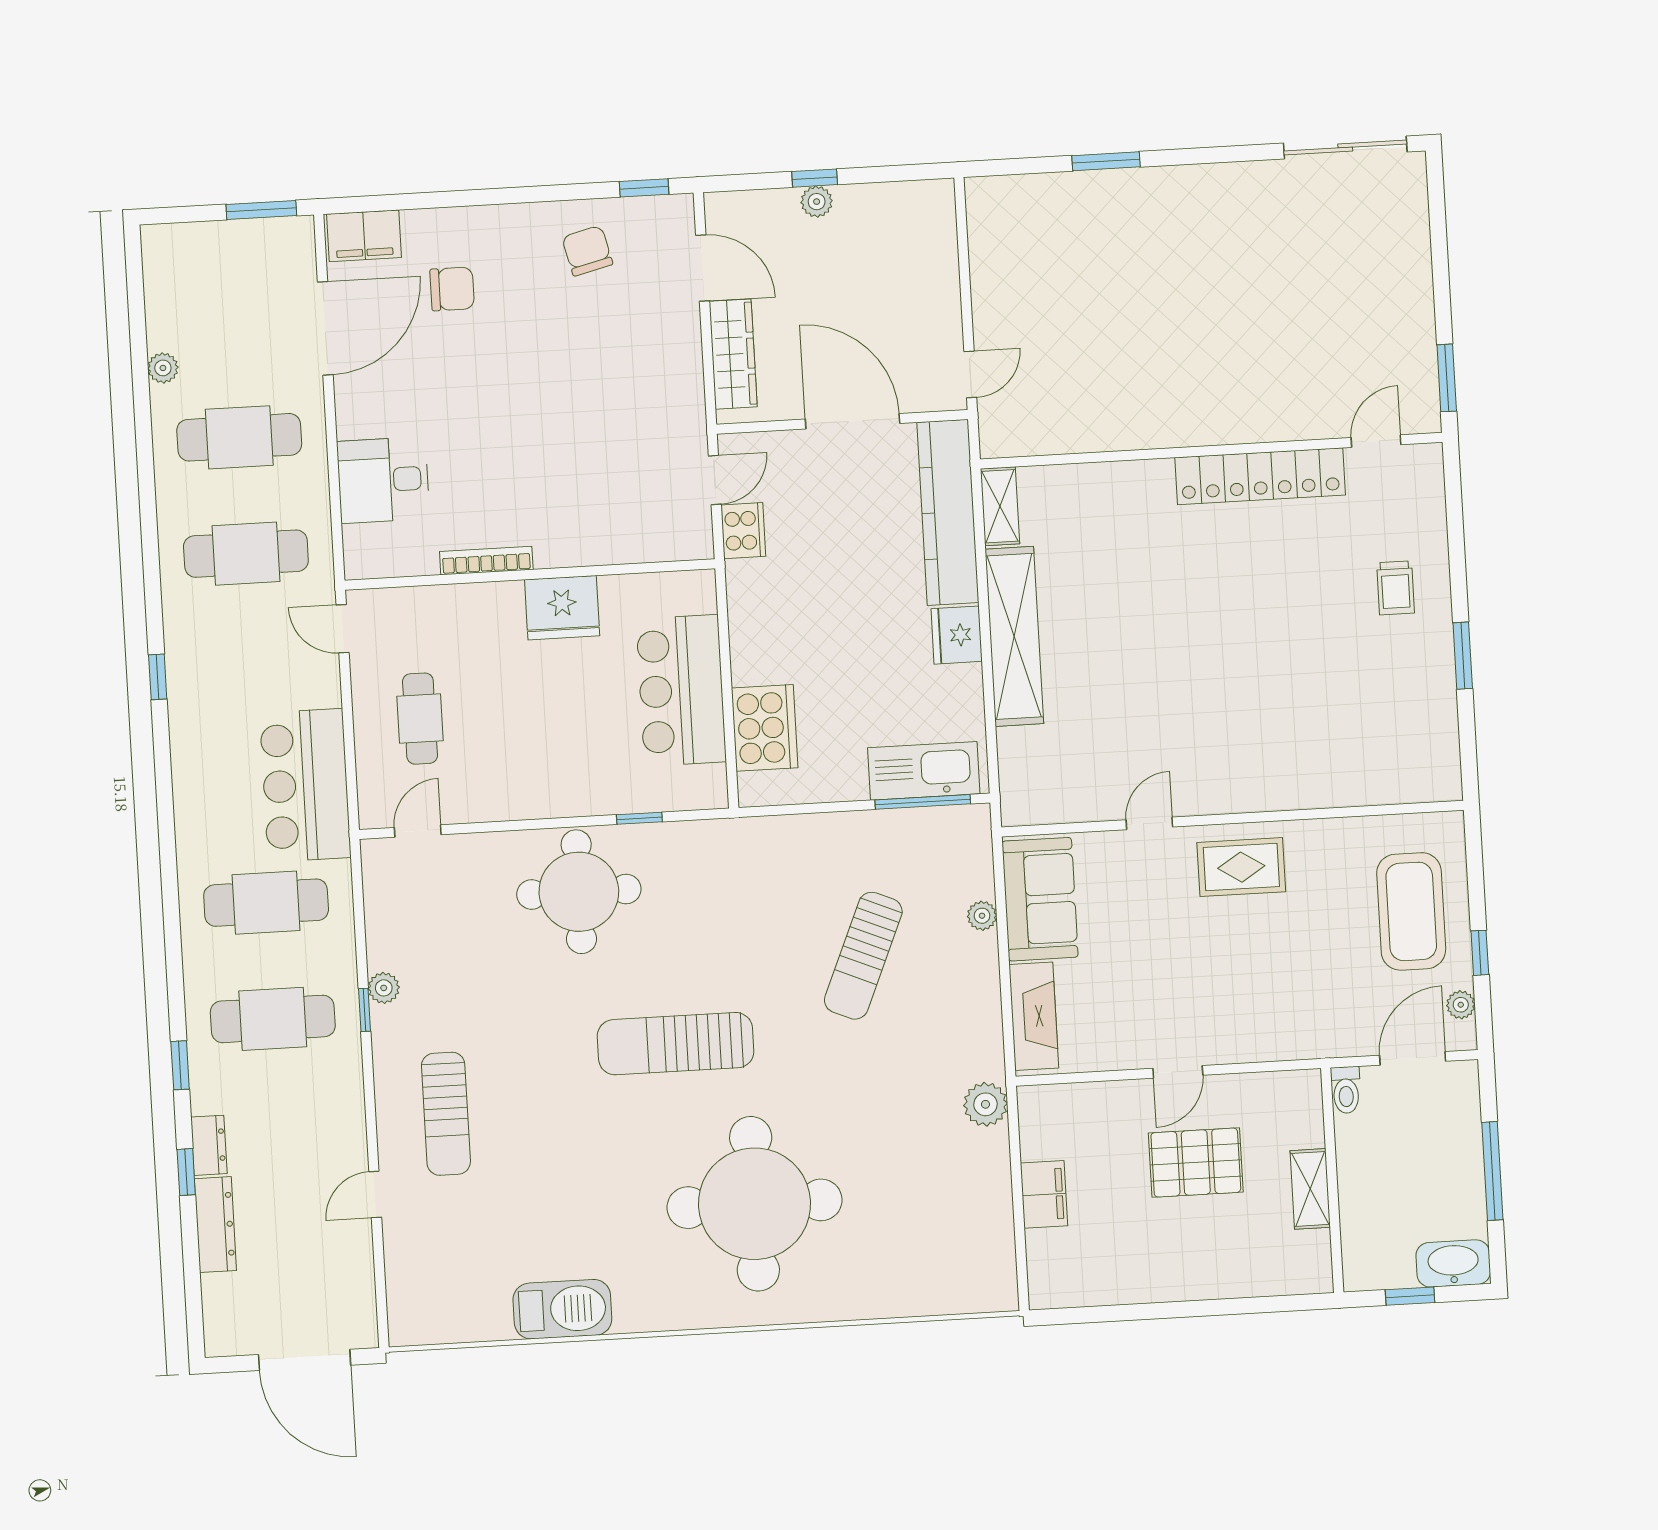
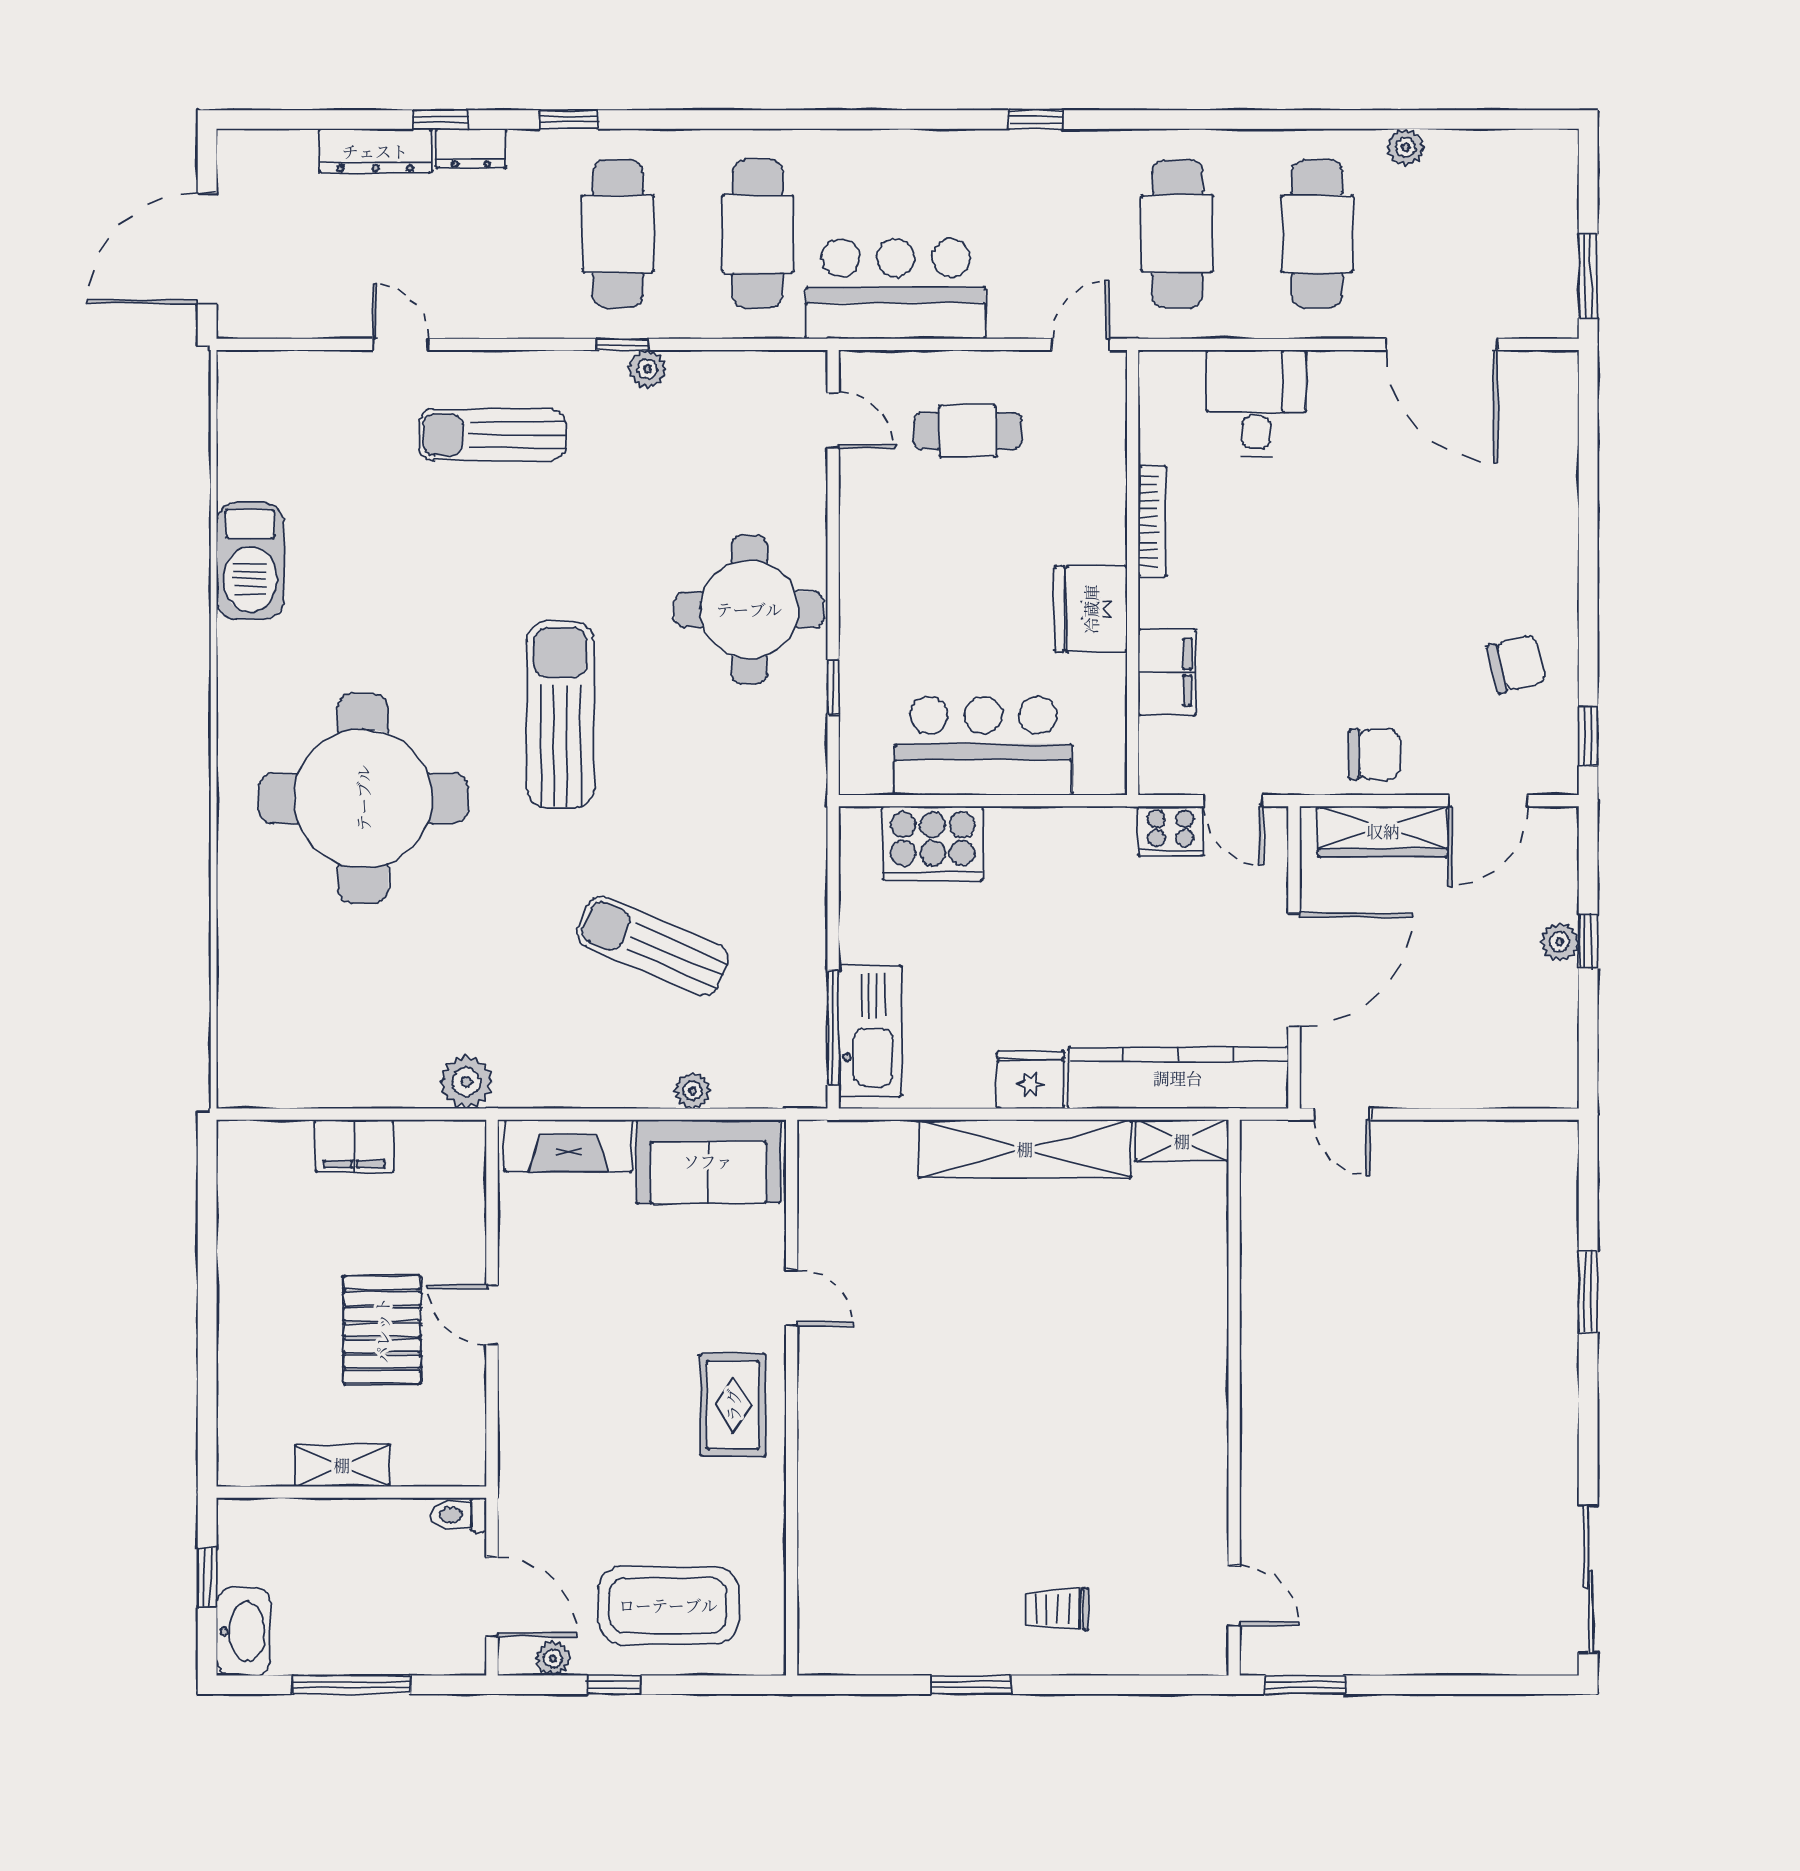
filing cabinet: (364, 236) -> (1167, 672), moved, turned 180
chair: (452, 289) -> (1374, 754), moved, turned -90
locker: (1260, 476) -> (1200, 1454), removed

